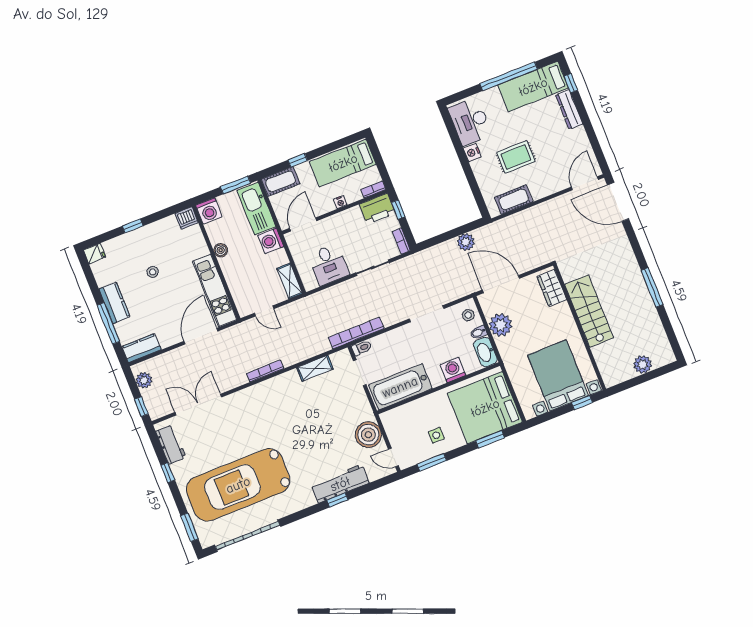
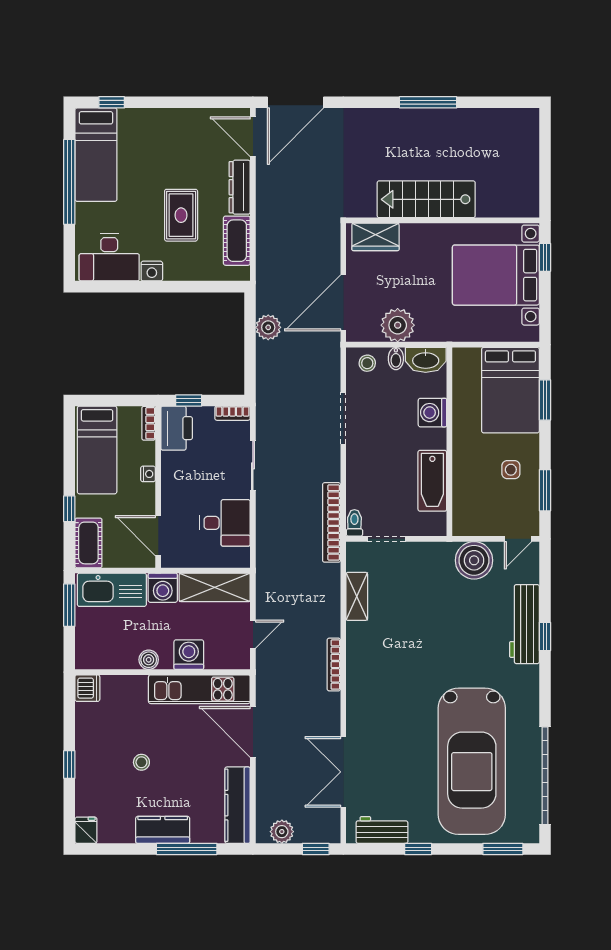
dresser: (569, 109) -> (240, 187), moved, turned 90
washing machine: (209, 211) -> (189, 655), moved, turned -90
shelving: (290, 281) -> (215, 587), width x1.50, depth x1.33
kitchen counter: (141, 348) -> (237, 805), width x1.50
plant: (643, 365) -> (526, 156), removed
bathtub: (400, 387) -> (432, 481), width x0.73, depth x0.73
bed: (485, 408) -> (510, 390), width x0.73

